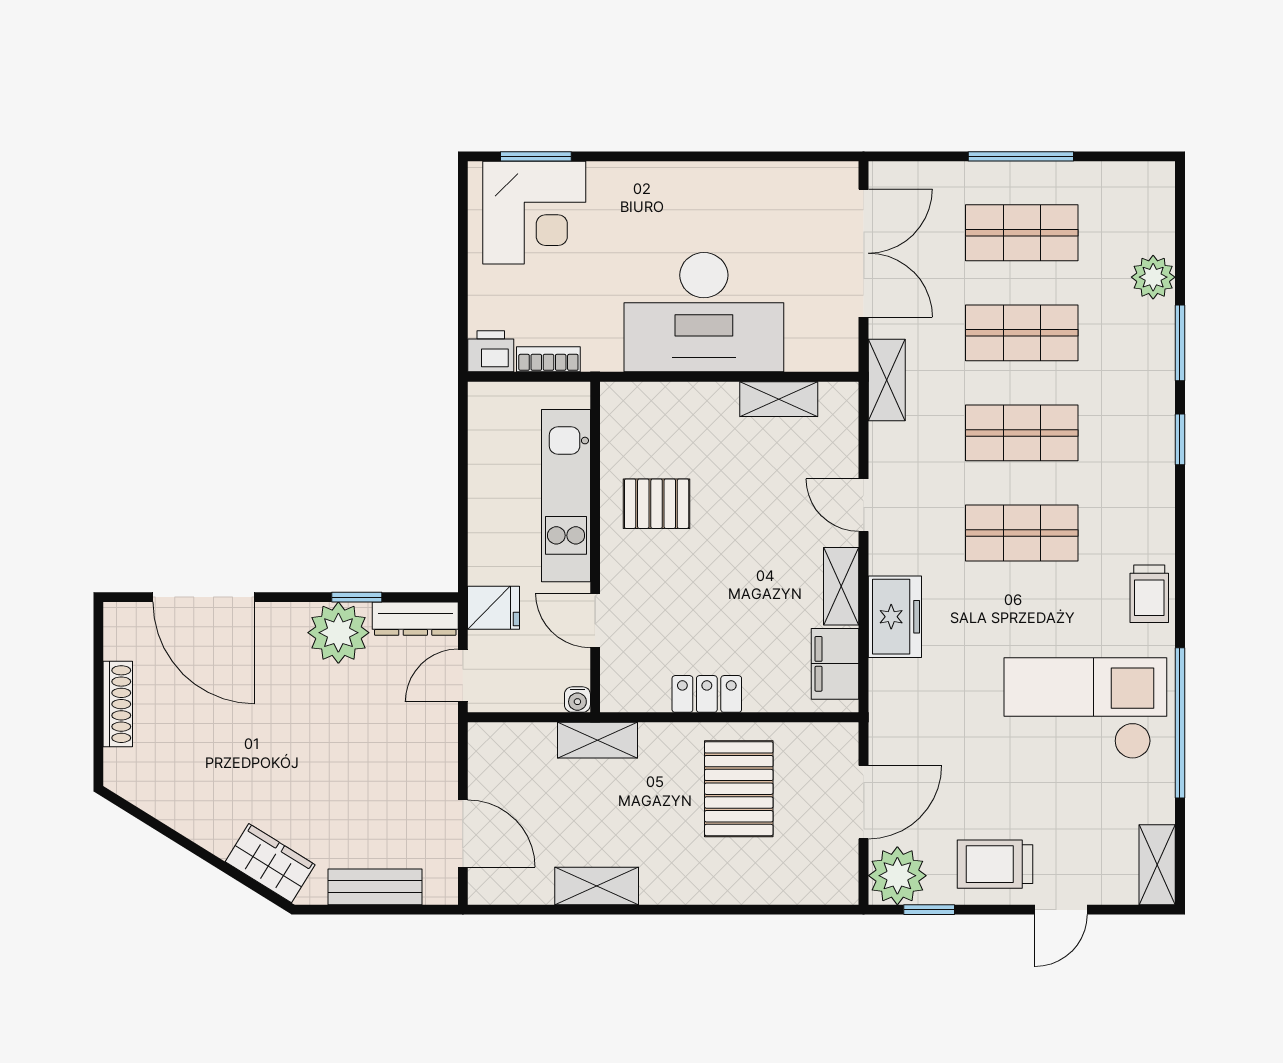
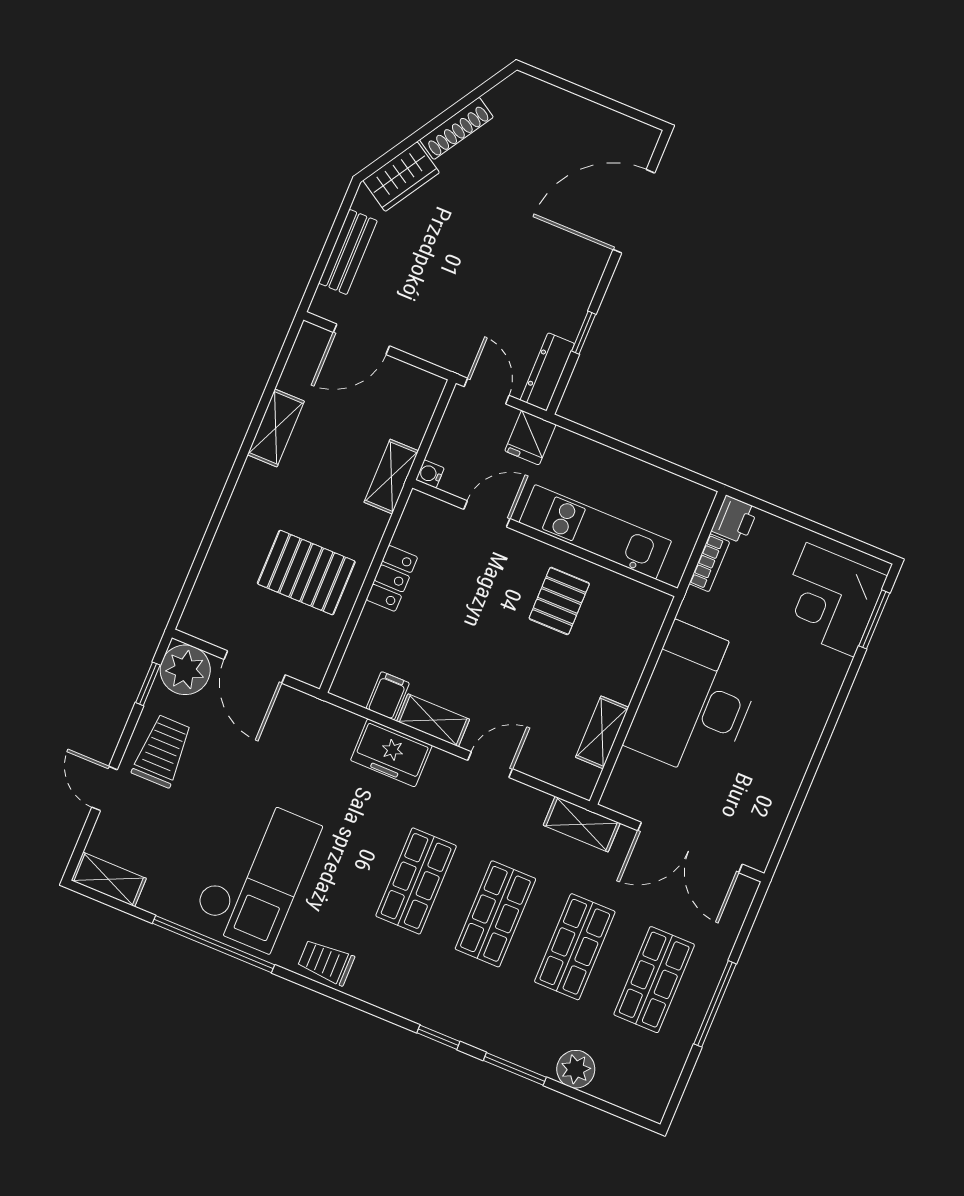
plant: (338, 633) -> (561, 306), removed
filing cabinet: (835, 664) -> (388, 696), width x0.50
shoe rack: (118, 704) -> (456, 128), moved, turned -58

